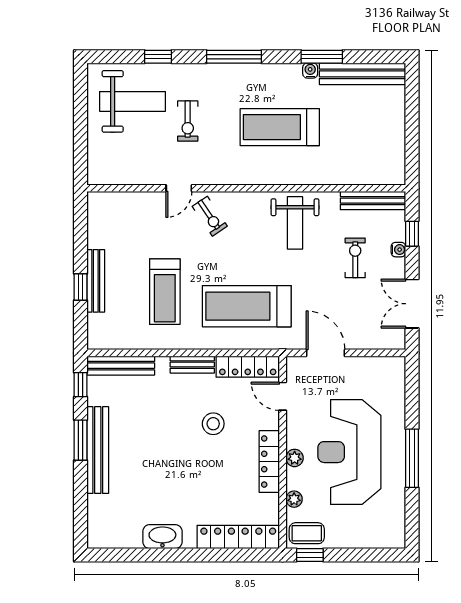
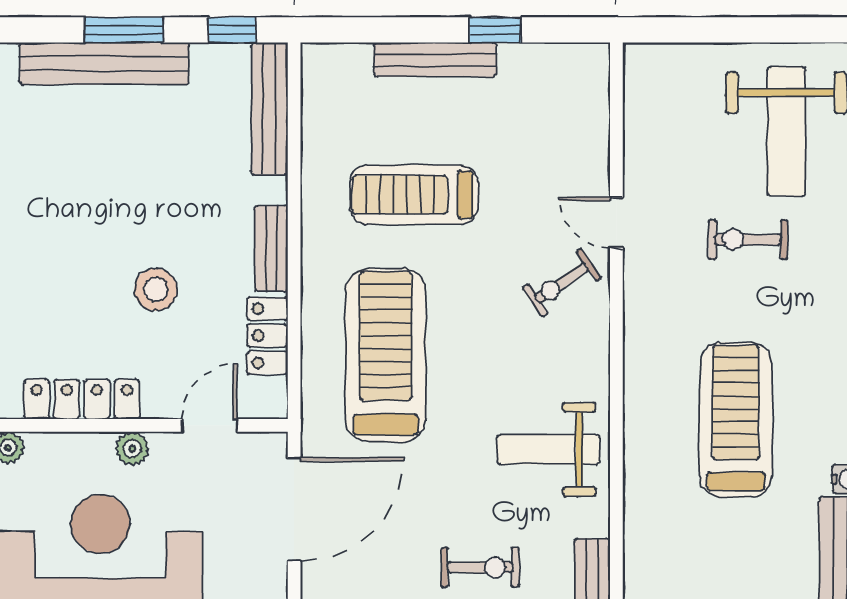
window: (81, 287) -> (495, 30), moved
door: (326, 353) -> (294, 509), width x1.36
locker: (248, 367) -> (267, 336), width x0.66
plant: (295, 458) -> (132, 449), moved

